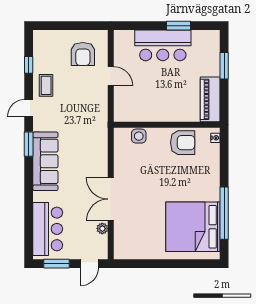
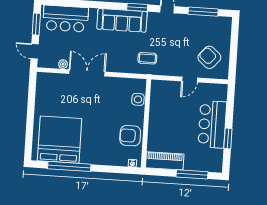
armchair: (83, 54) -> (209, 57), turned 41
window: (29, 65) -> (203, 12), width x2.17
window: (224, 66) -> (192, 174), width x1.44
coffee table: (46, 85) -> (147, 58), moved
armchair: (183, 143) -> (130, 136), turned 90

